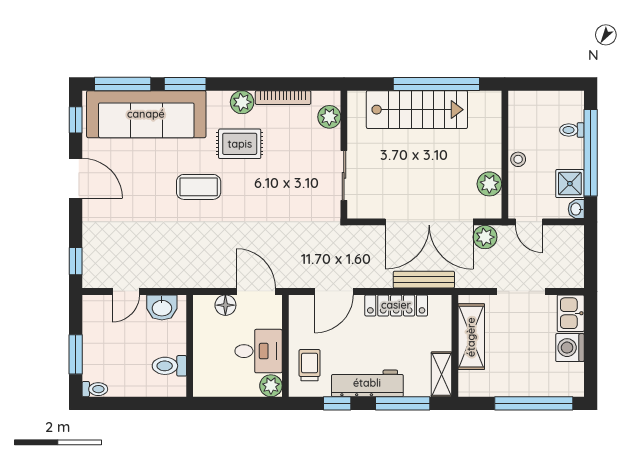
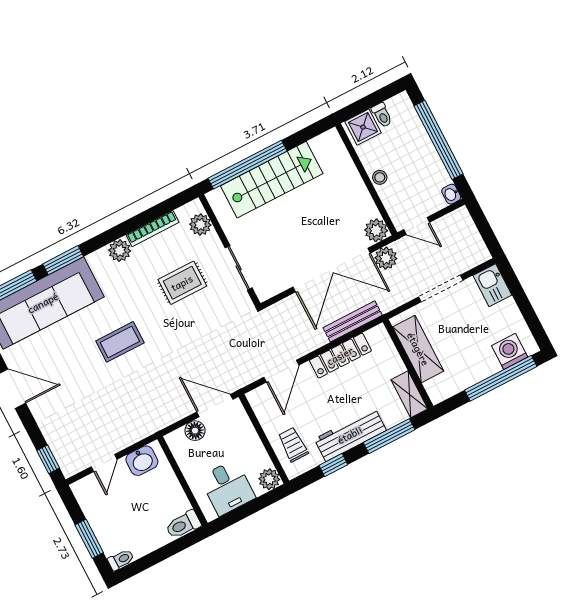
window: (436, 84) -> (248, 165), moved
toilet: (572, 130) -> (382, 115), moved, turned -90
rug: (240, 144) -> (182, 283), moved
plant: (489, 184) -> (376, 230), moved
shower: (570, 184) -> (363, 127), moved
washing machine: (570, 348) -> (510, 351), moved, turned 90
desk: (259, 351) -> (227, 487), moved, turned 90
toilet: (169, 366) -> (183, 525), moved

